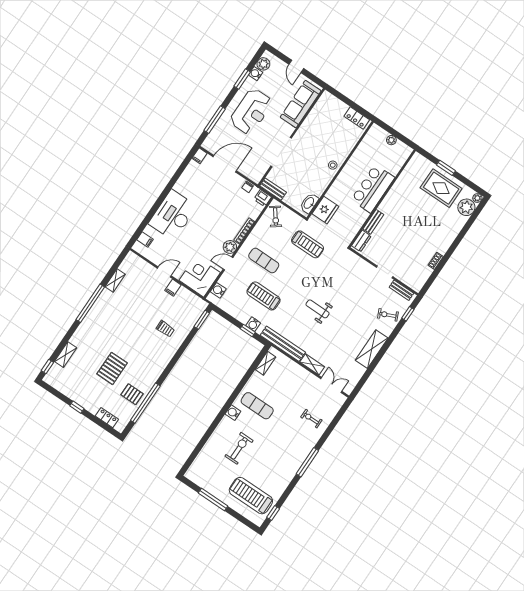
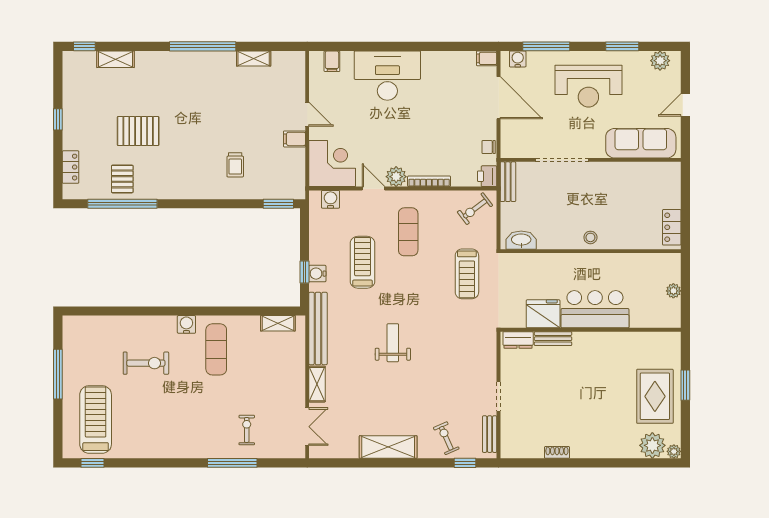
water cooler: (256, 74) -> (518, 59), moved
fridge: (325, 210) -> (543, 314), moved, turned 180
window: (307, 462) -> (232, 463), moved

